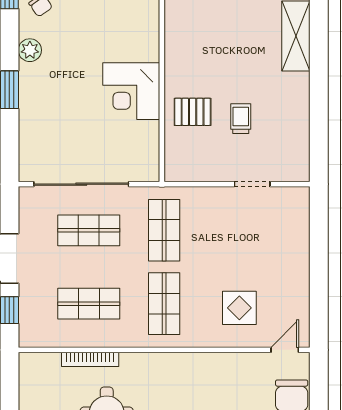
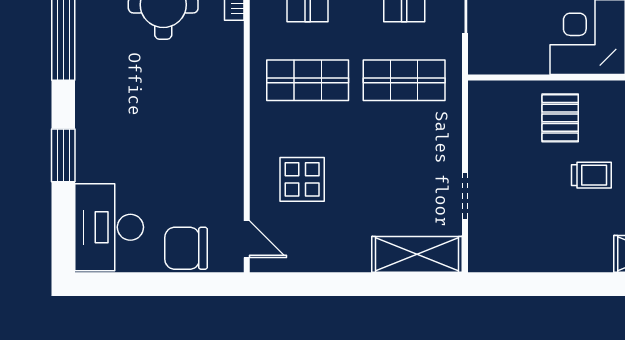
trolley: (241, 119) -> (591, 175), moved
shelving: (296, 221) -> (417, 254), added

